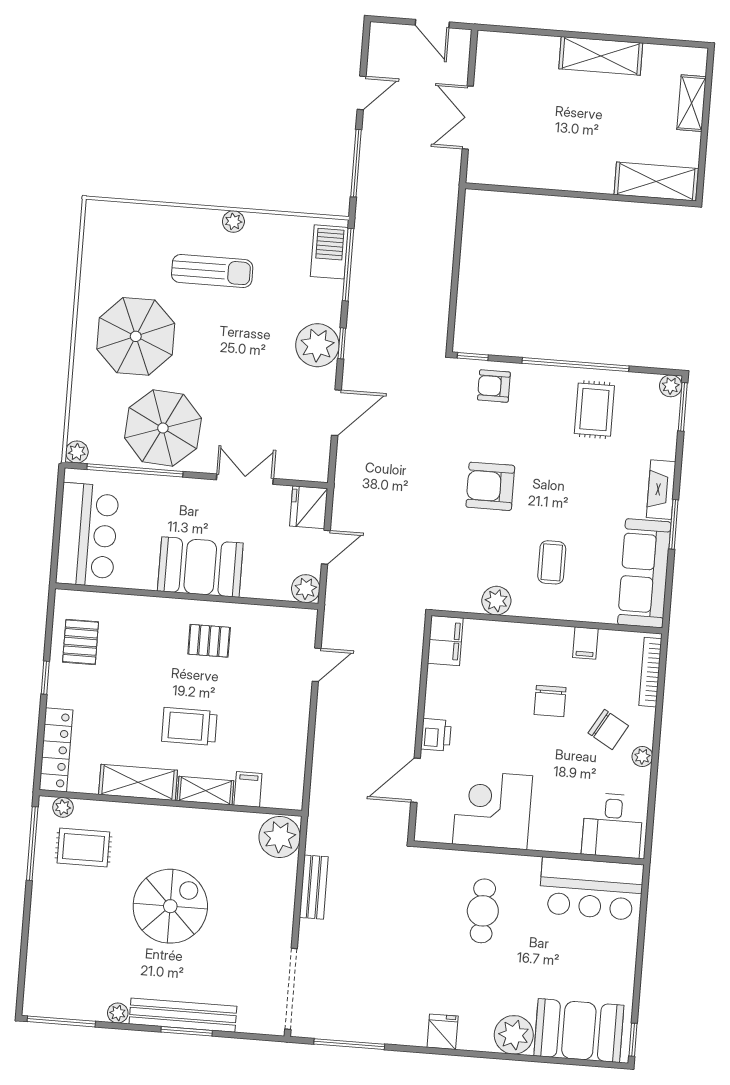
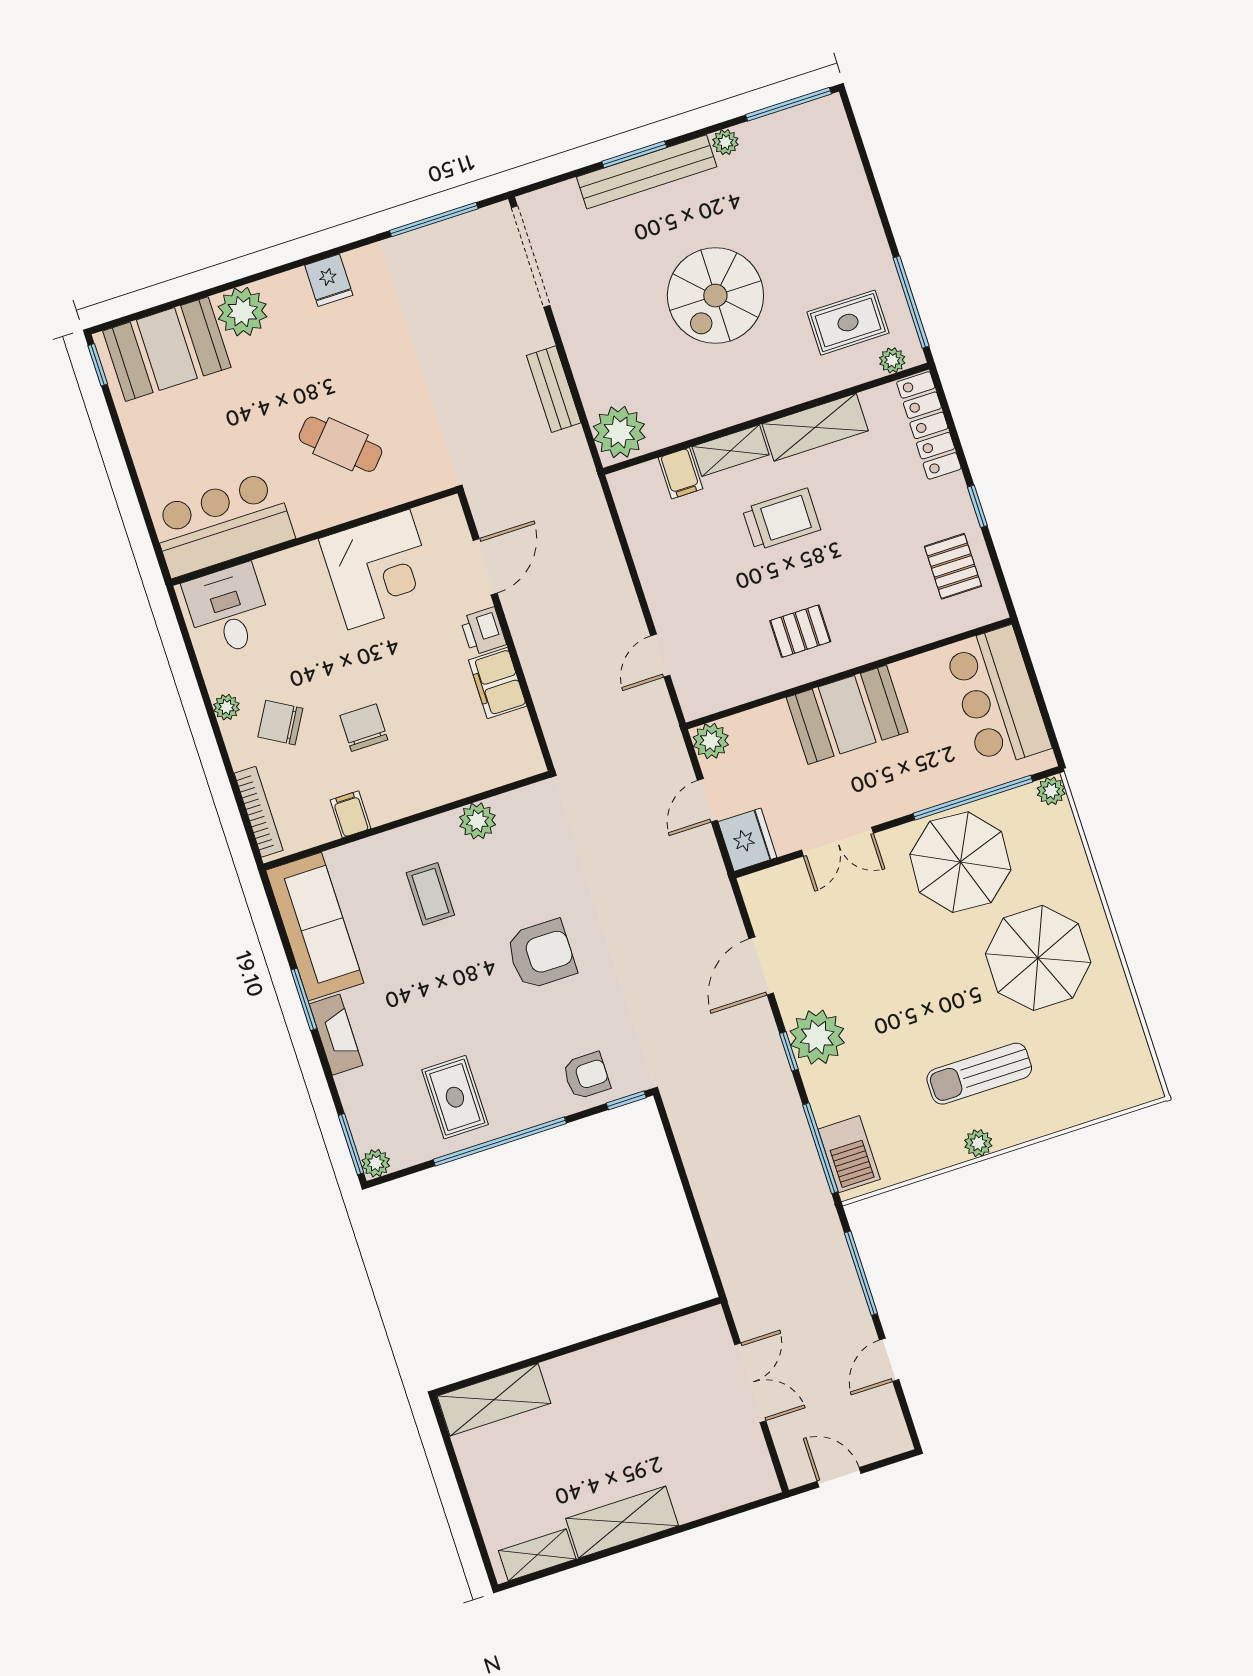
shelving: (692, 103) -> (537, 1555), moved, turned 90
filing cabinet: (445, 641) -> (498, 683), moved
cafe table: (483, 911) -> (340, 444), turned -48

